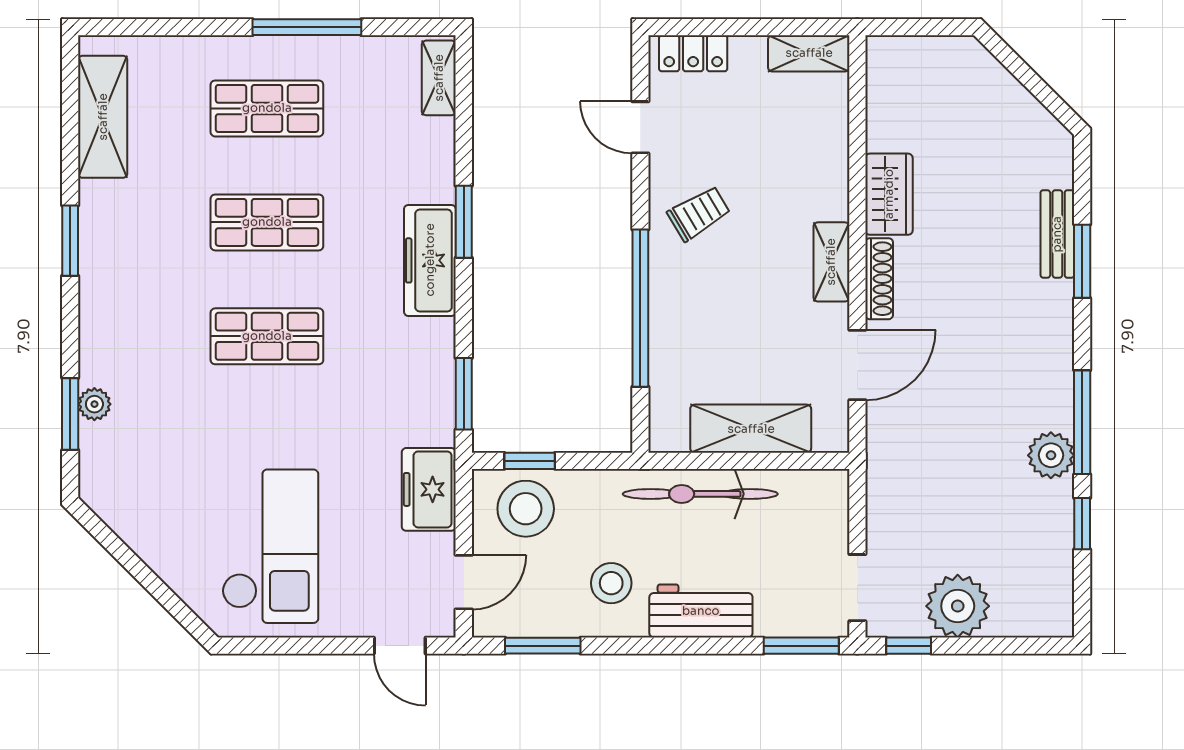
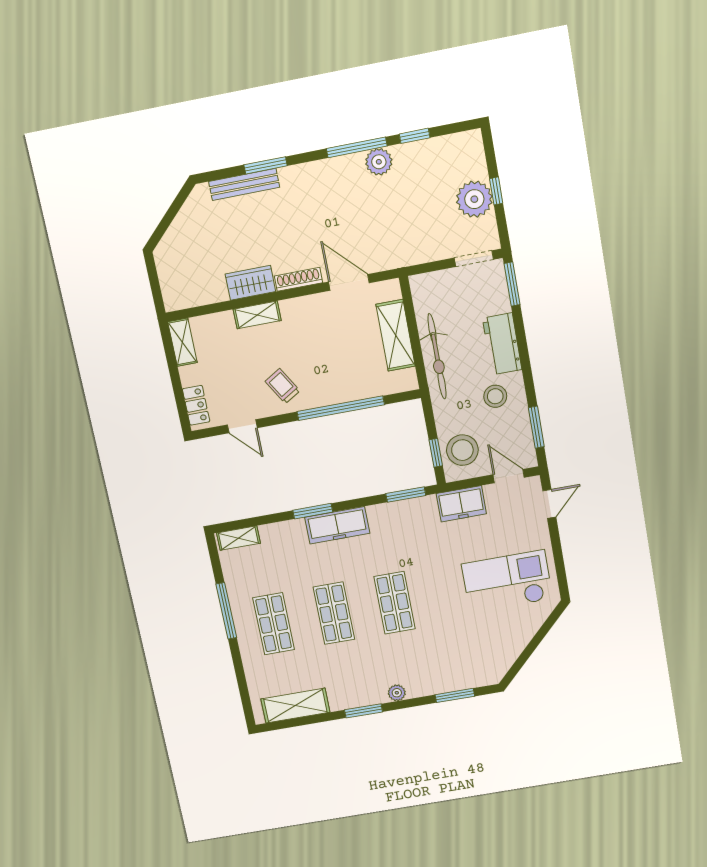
door: (640, 127) -> (242, 426), hinge flipped
bench: (1057, 234) -> (244, 184), width x1.36
shelving: (831, 262) -> (257, 315), moved
plant: (94, 404) -> (397, 693), moved
window: (909, 646) -> (496, 191), moved

